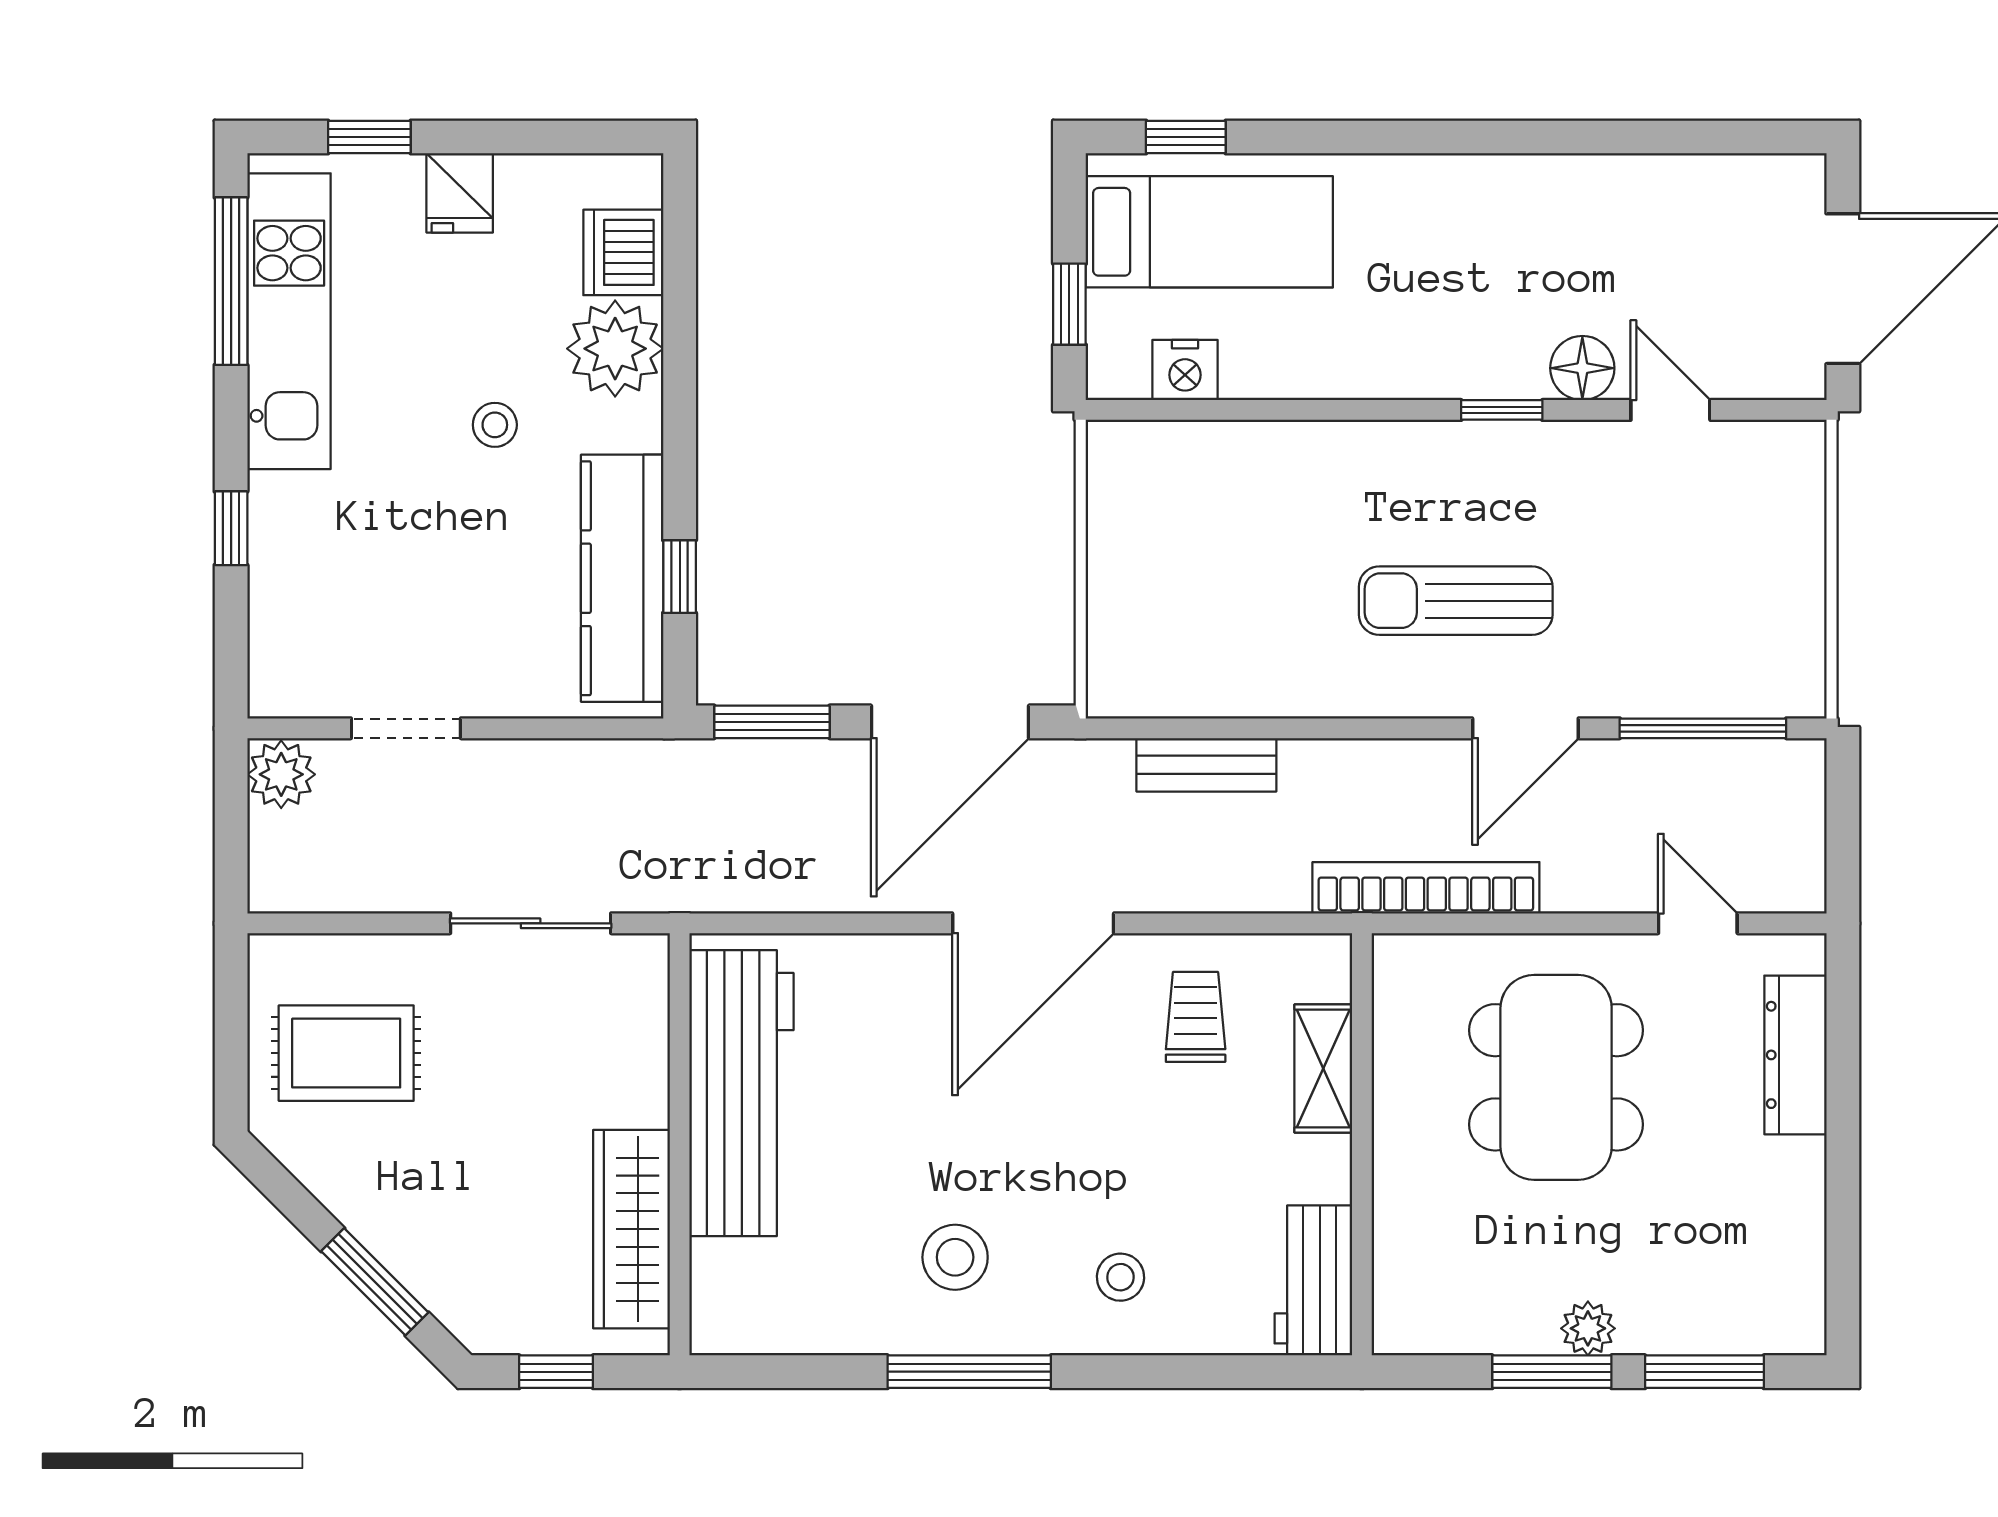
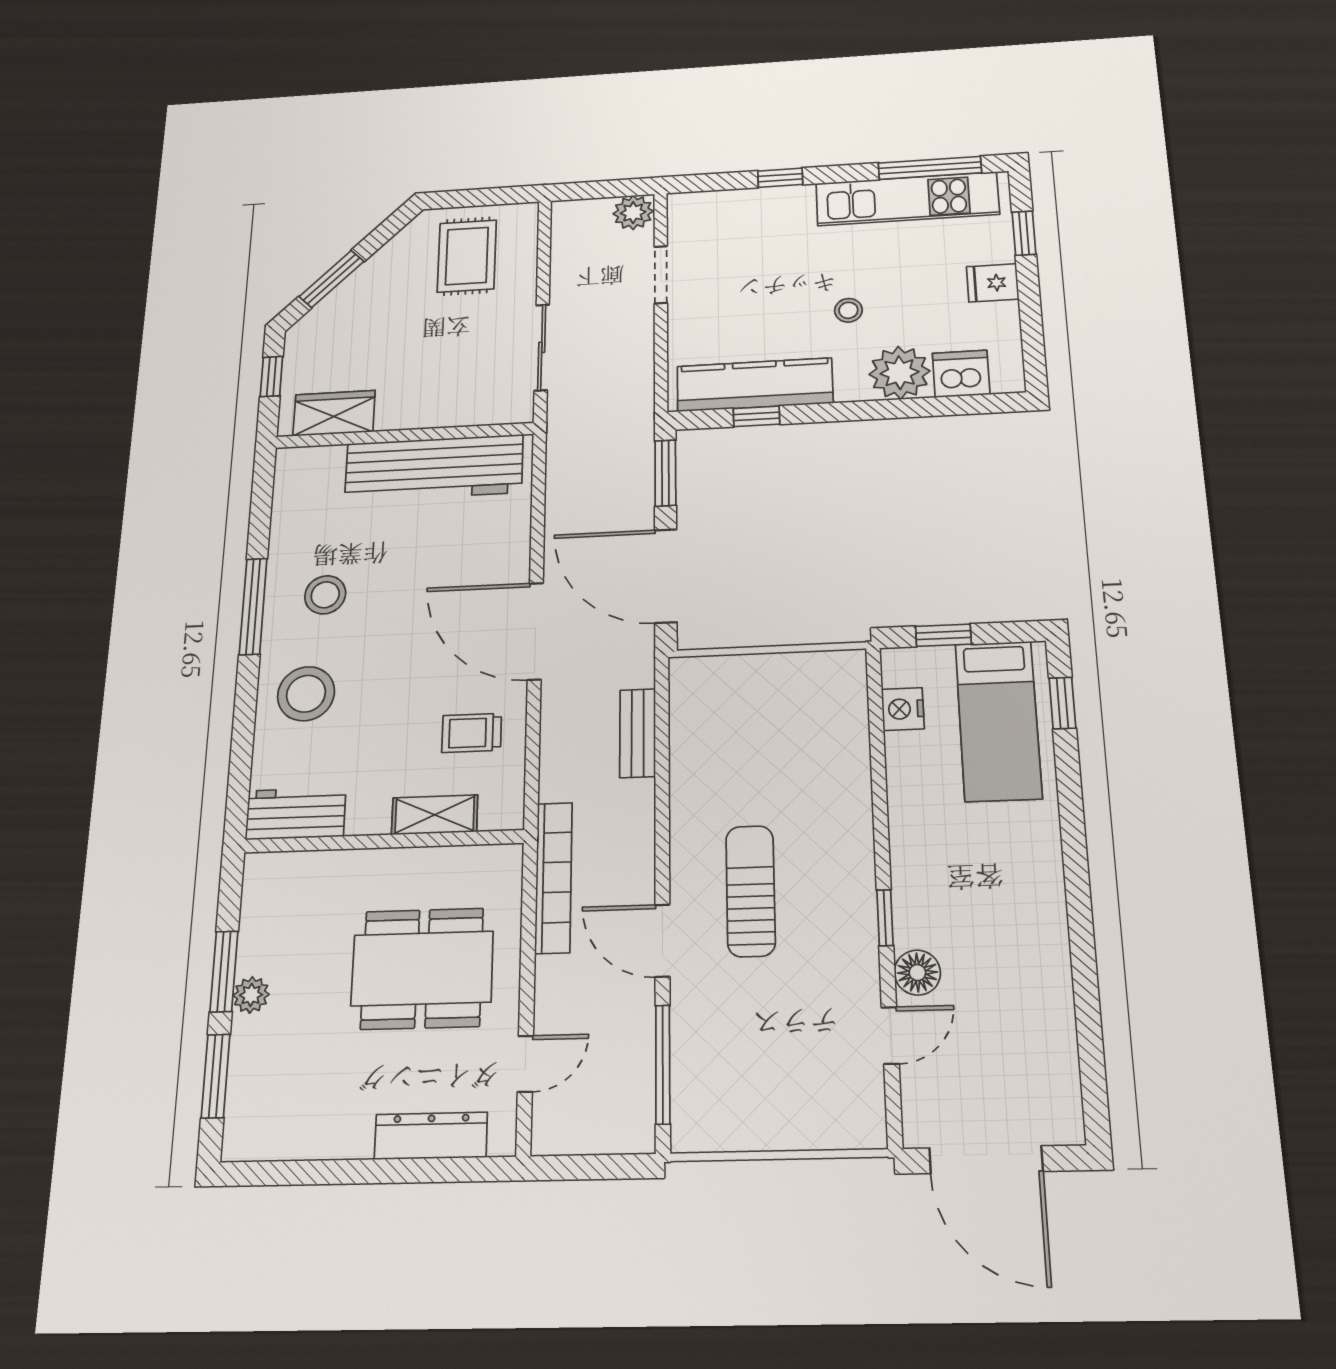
trolley: (1196, 1017) -> (472, 733), turned 180
wardrobe: (631, 1229) -> (334, 413), width x0.67
stool: (1121, 1277) -> (306, 694), width x1.89, depth x1.89

